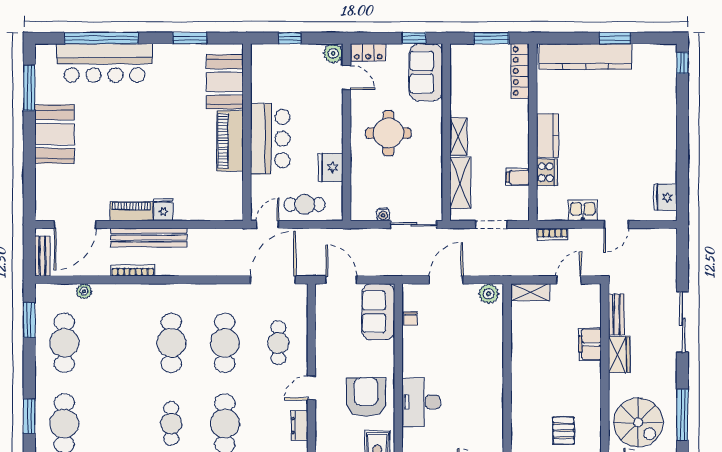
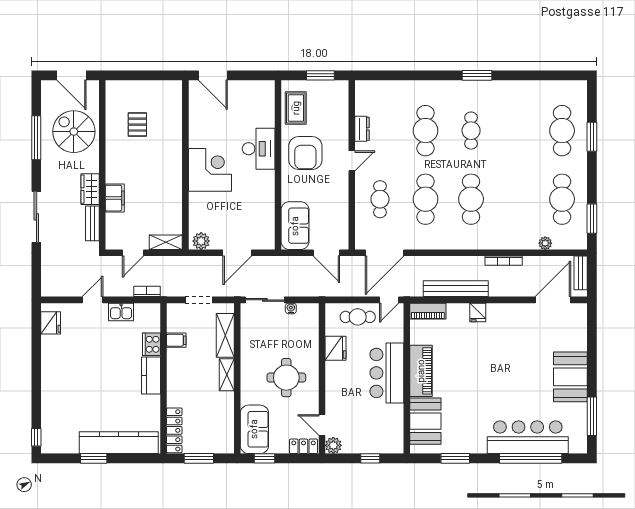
piano: (131, 211) -> (428, 311), moved
bench: (149, 238) -> (456, 289), moved
chair: (410, 319) -> (268, 220), removed
corner desk: (478, 377) -> (210, 170), added

